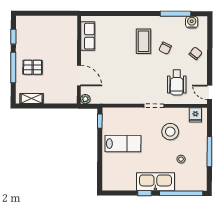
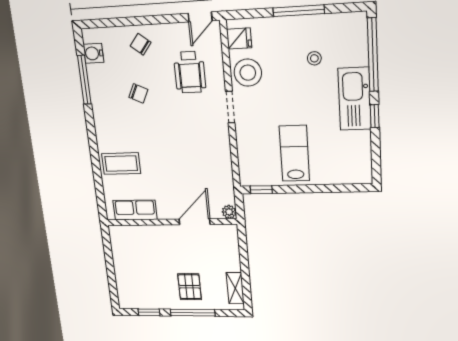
coffee table: (144, 41) -> (121, 164), moved
wheelchair: (177, 82) -> (190, 72), turned 90
stool: (170, 132) -> (248, 73), moved

